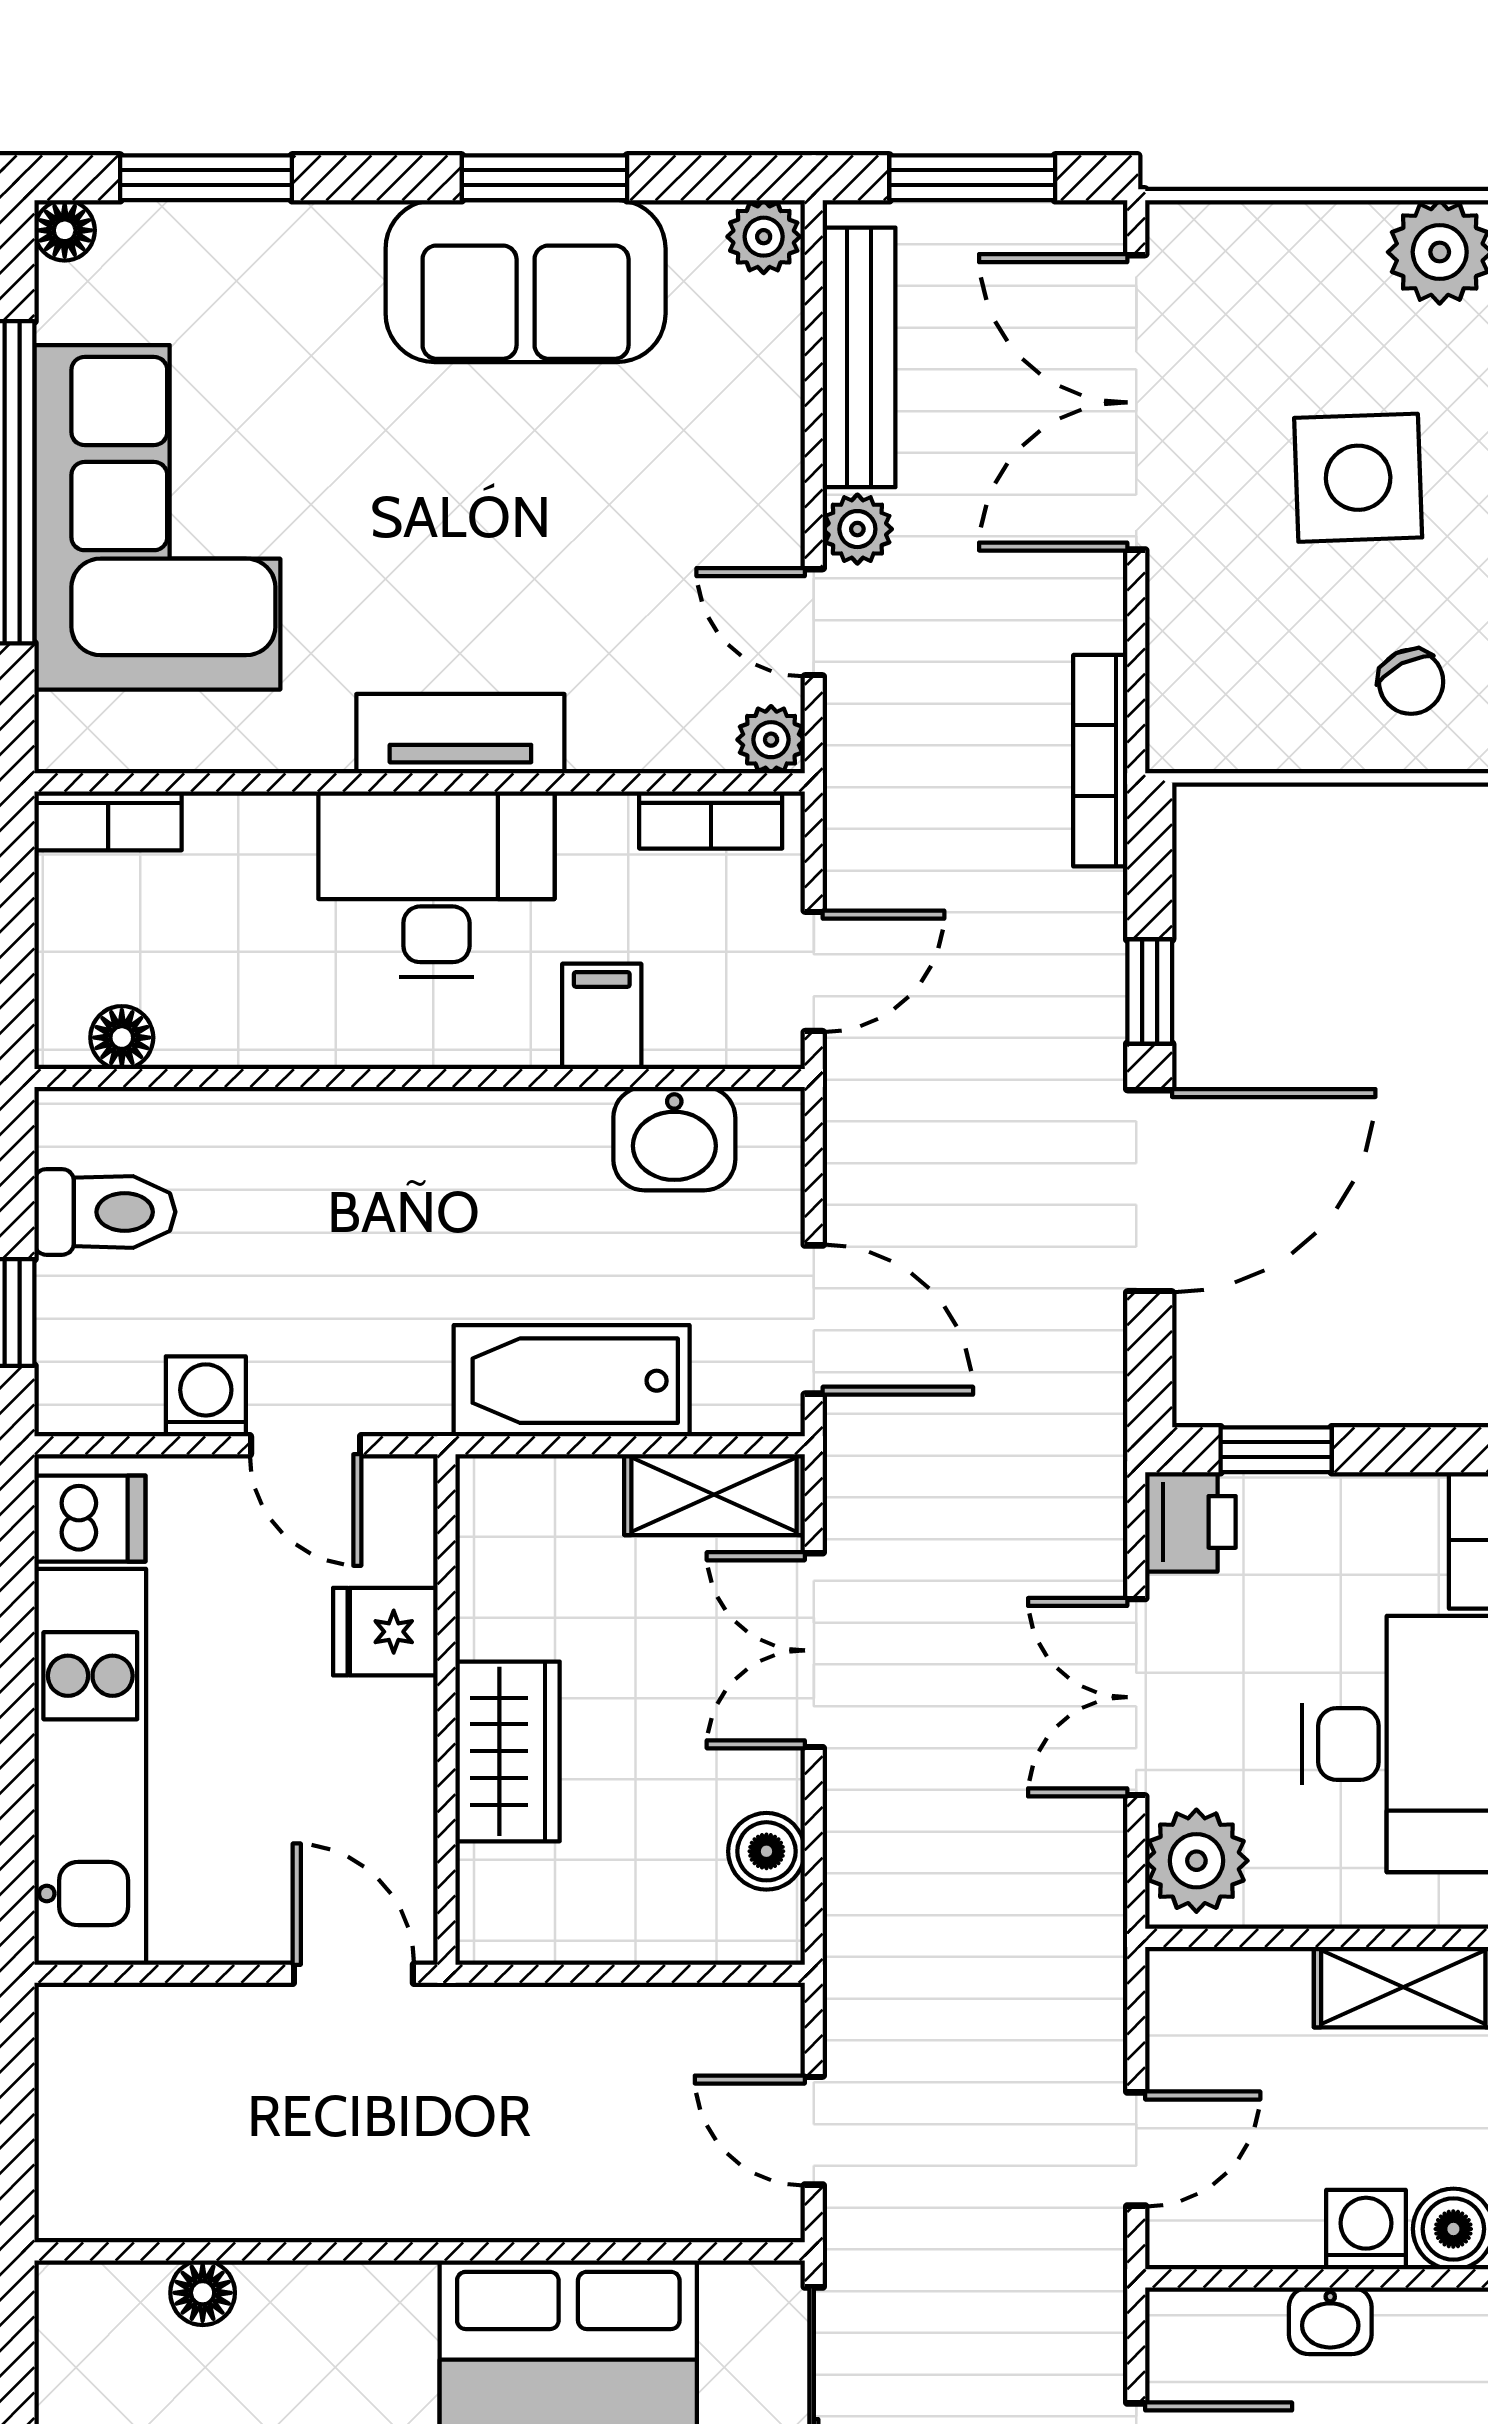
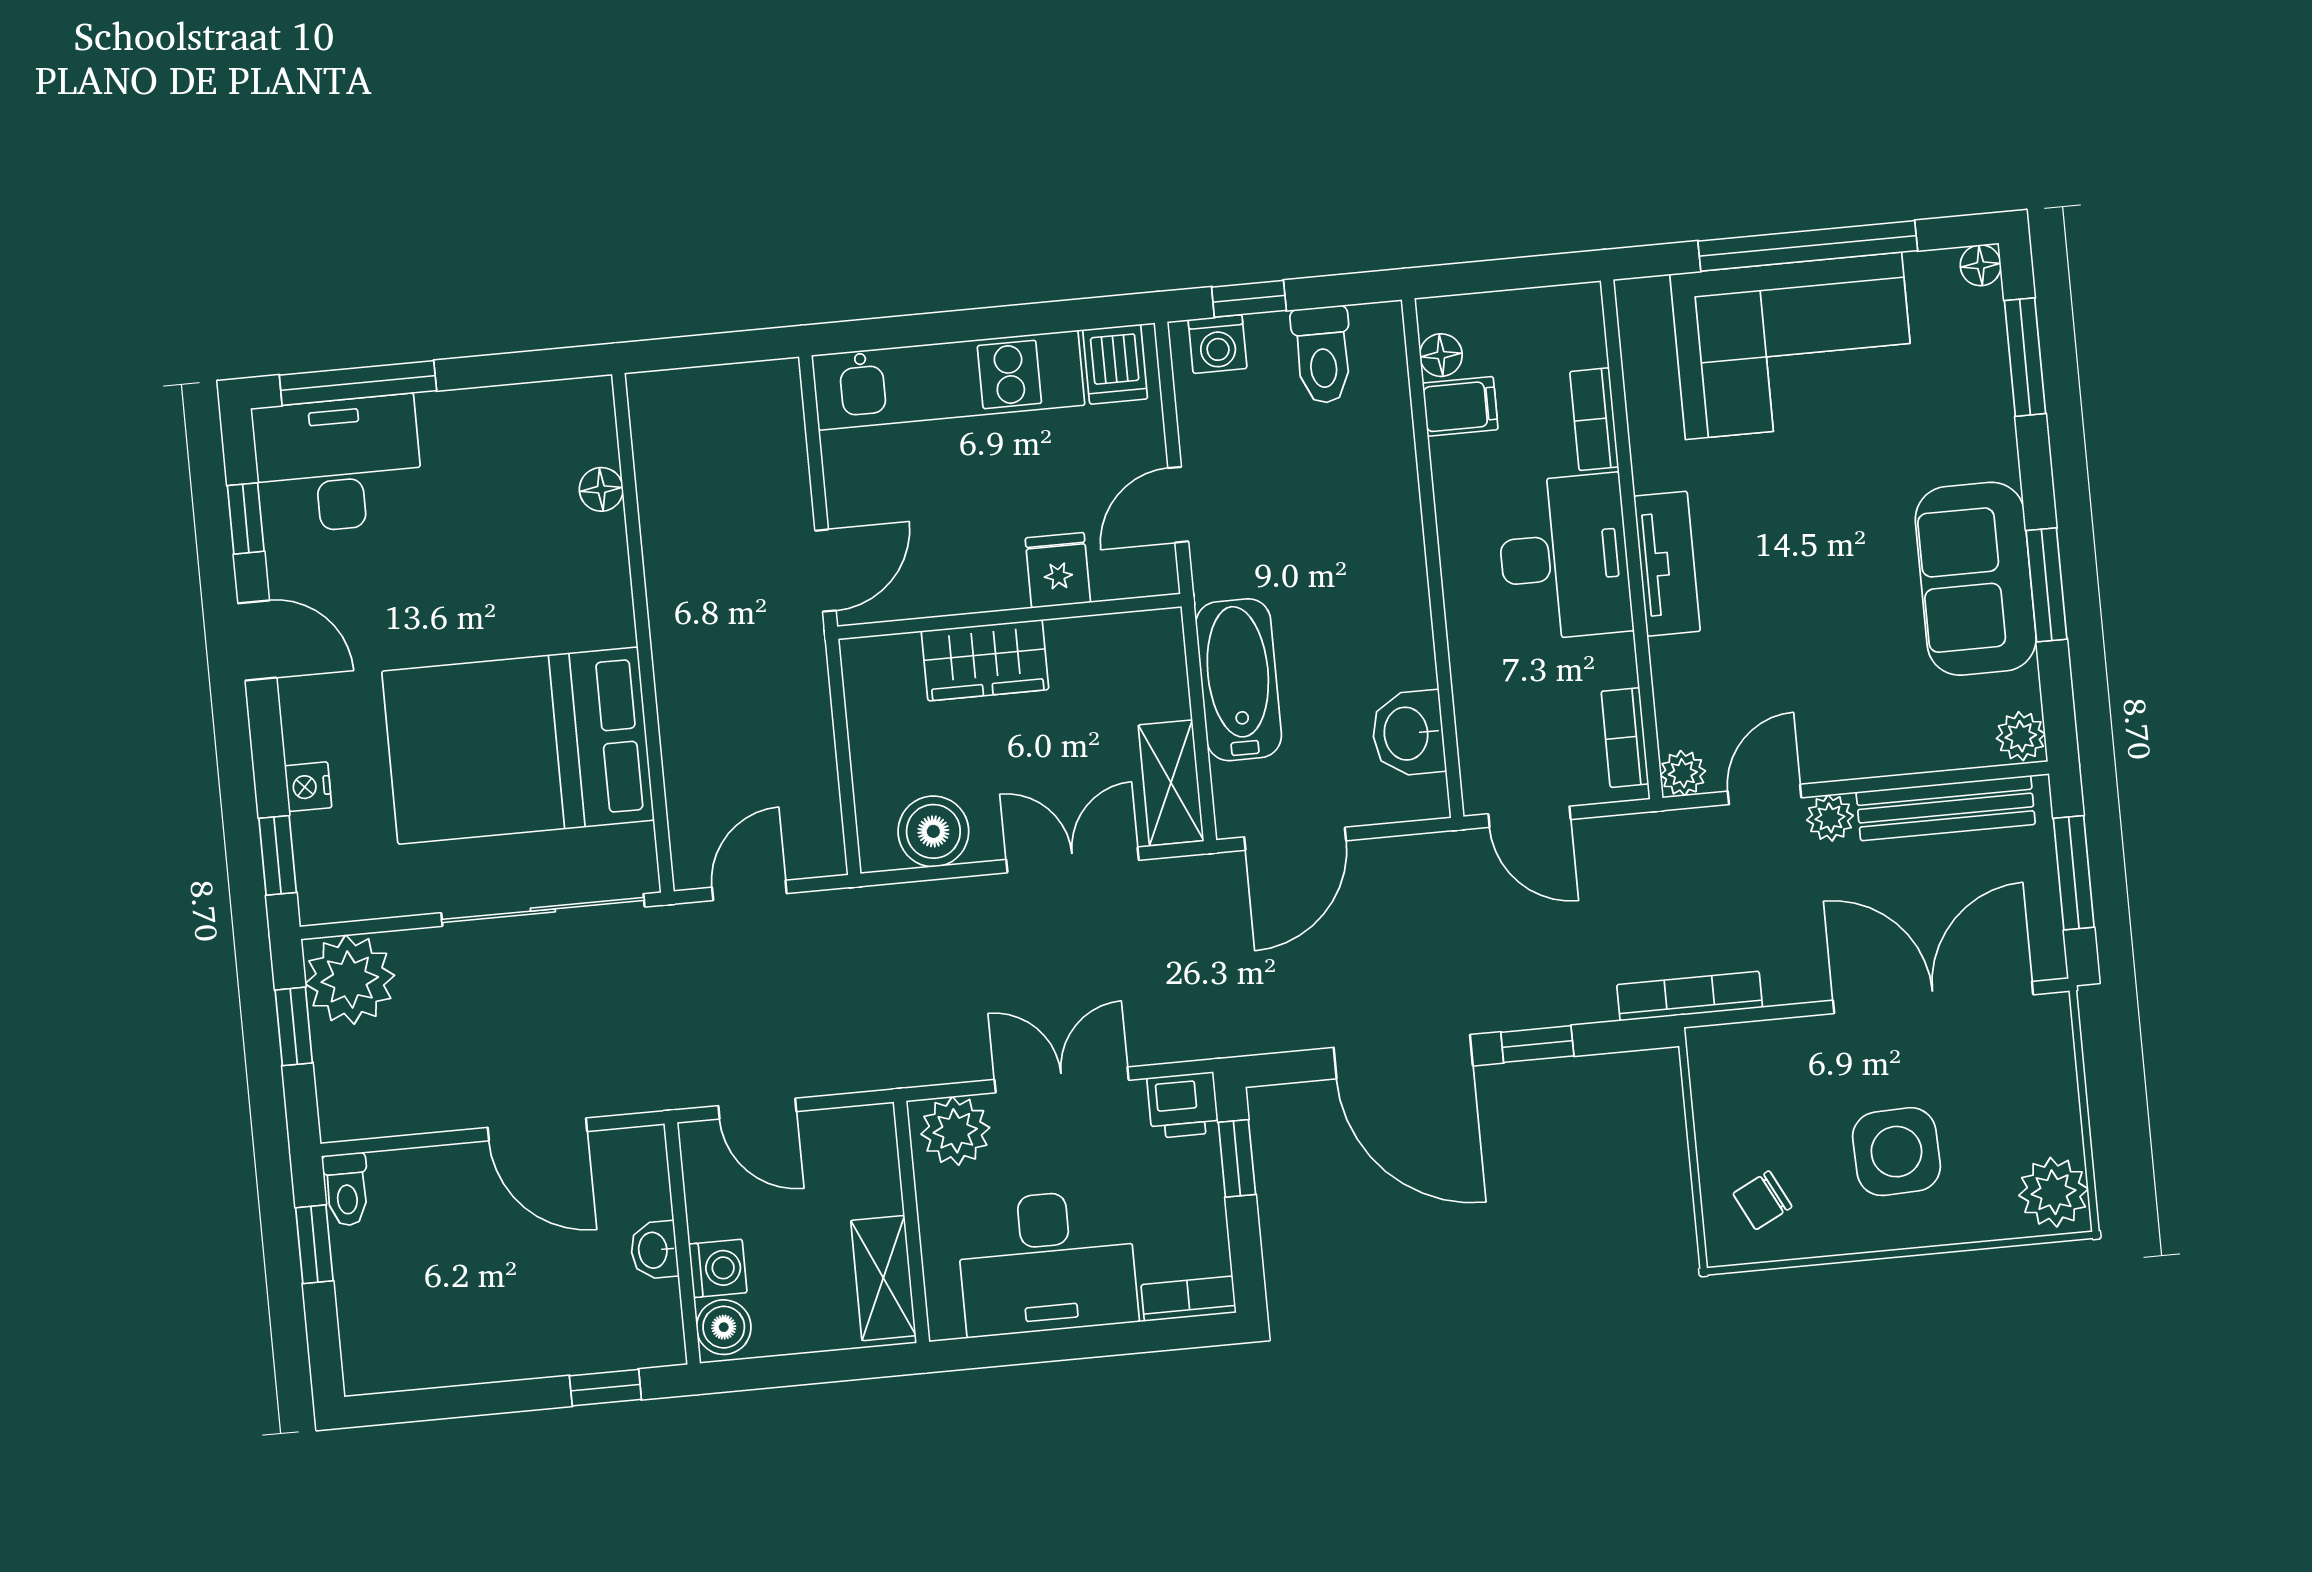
bookcase: (108, 821) -> (1594, 419), moved
filing cabinet: (602, 1016) -> (1460, 406), moved
washing machine: (206, 1396) -> (1218, 344), moved, turned 90
boiler: (766, 1851) -> (933, 831), width x1.36, depth x1.36

